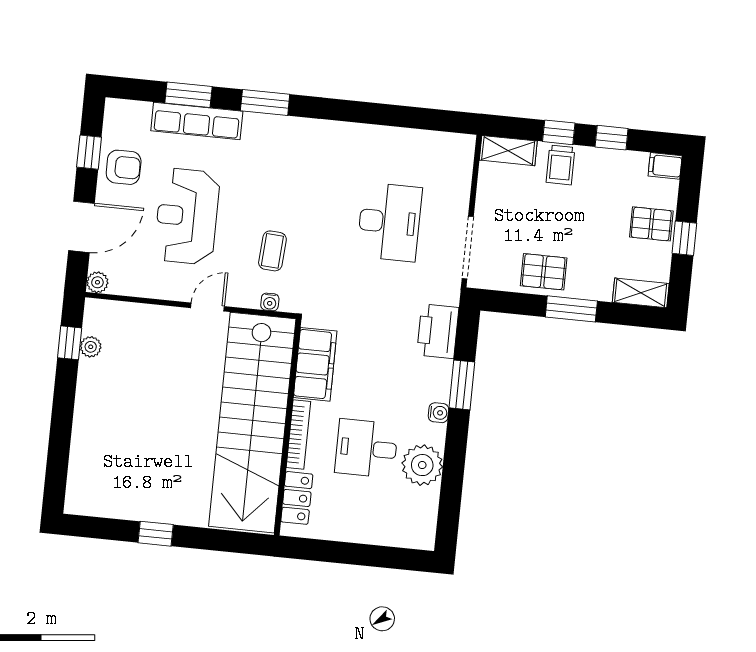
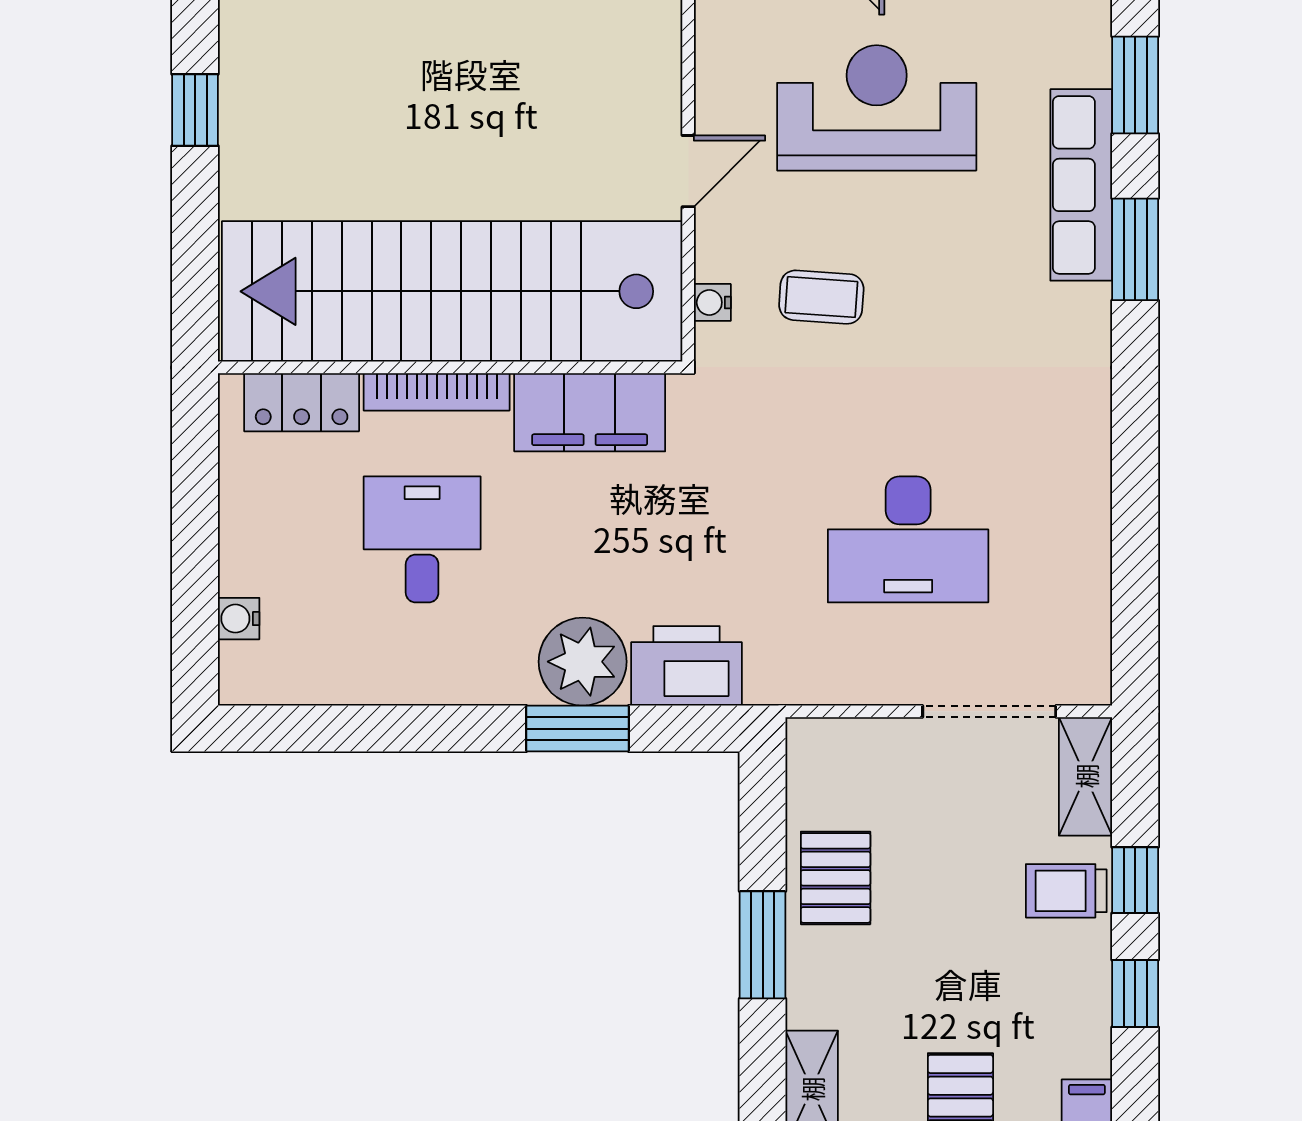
row of seats: (197, 121) -> (1081, 185), moved
doorway: (468, 248) -> (989, 711), moved
door: (208, 307) -> (688, 171), hinge flipped
water cooler: (438, 413) -> (239, 619), moved, turned 90
plant: (422, 465) -> (583, 662), moved

